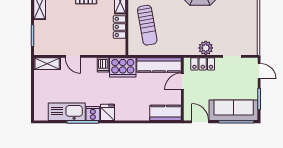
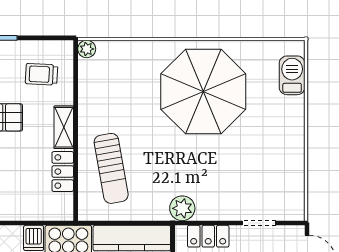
plant: (206, 48) -> (182, 208), moved

